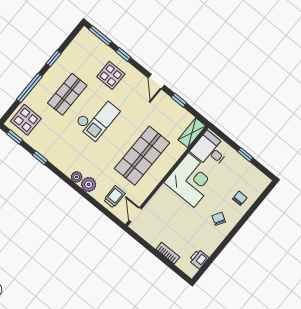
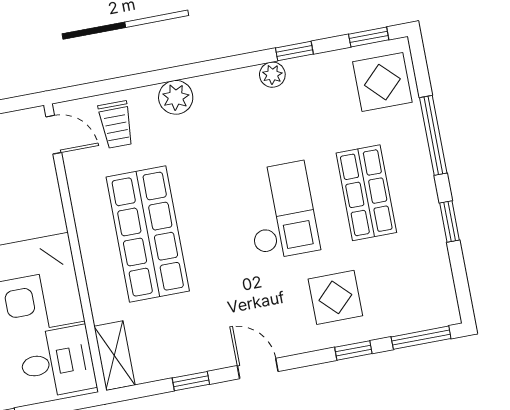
checkout: (97, 118) -> (281, 211), turned 180
plant: (77, 177) -> (272, 75), moved

